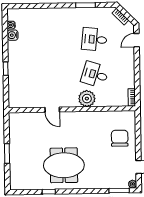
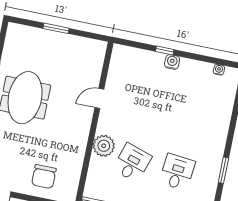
water cooler: (13, 35) -> (172, 62), moved
chair: (120, 138) -> (44, 177), turned 90

